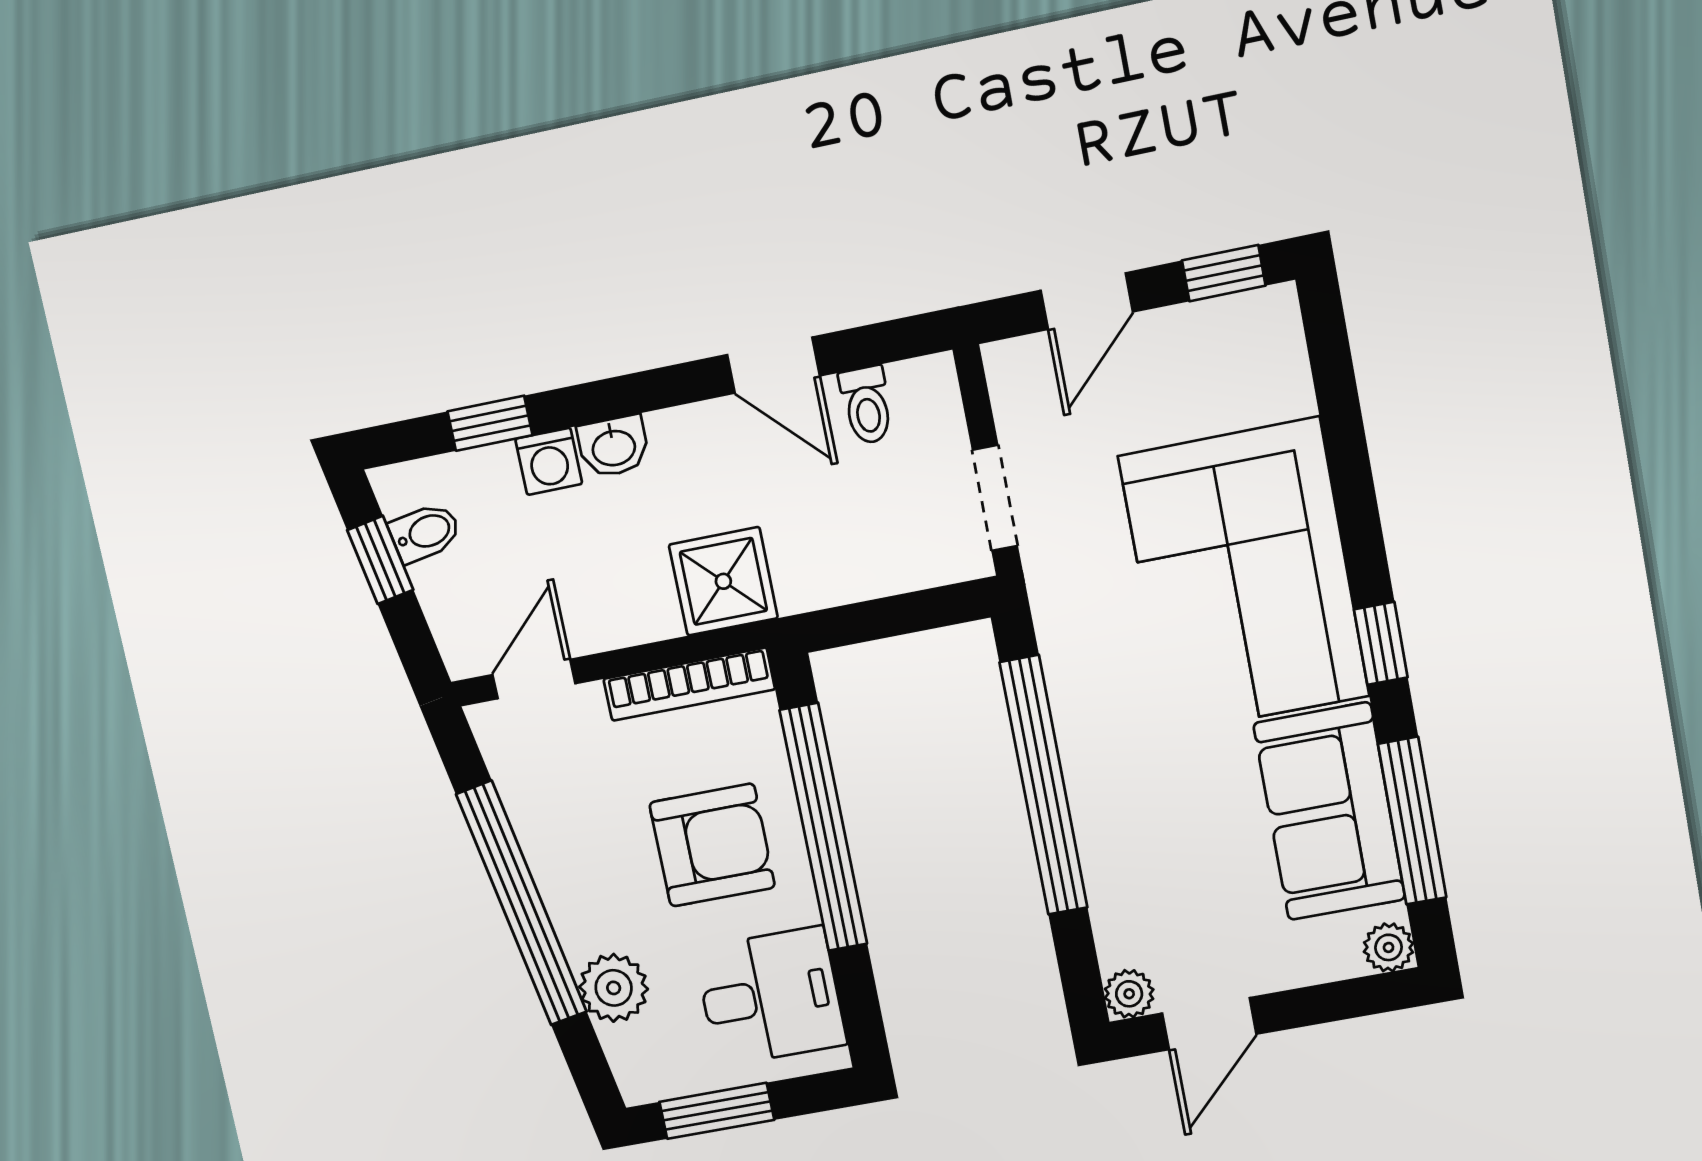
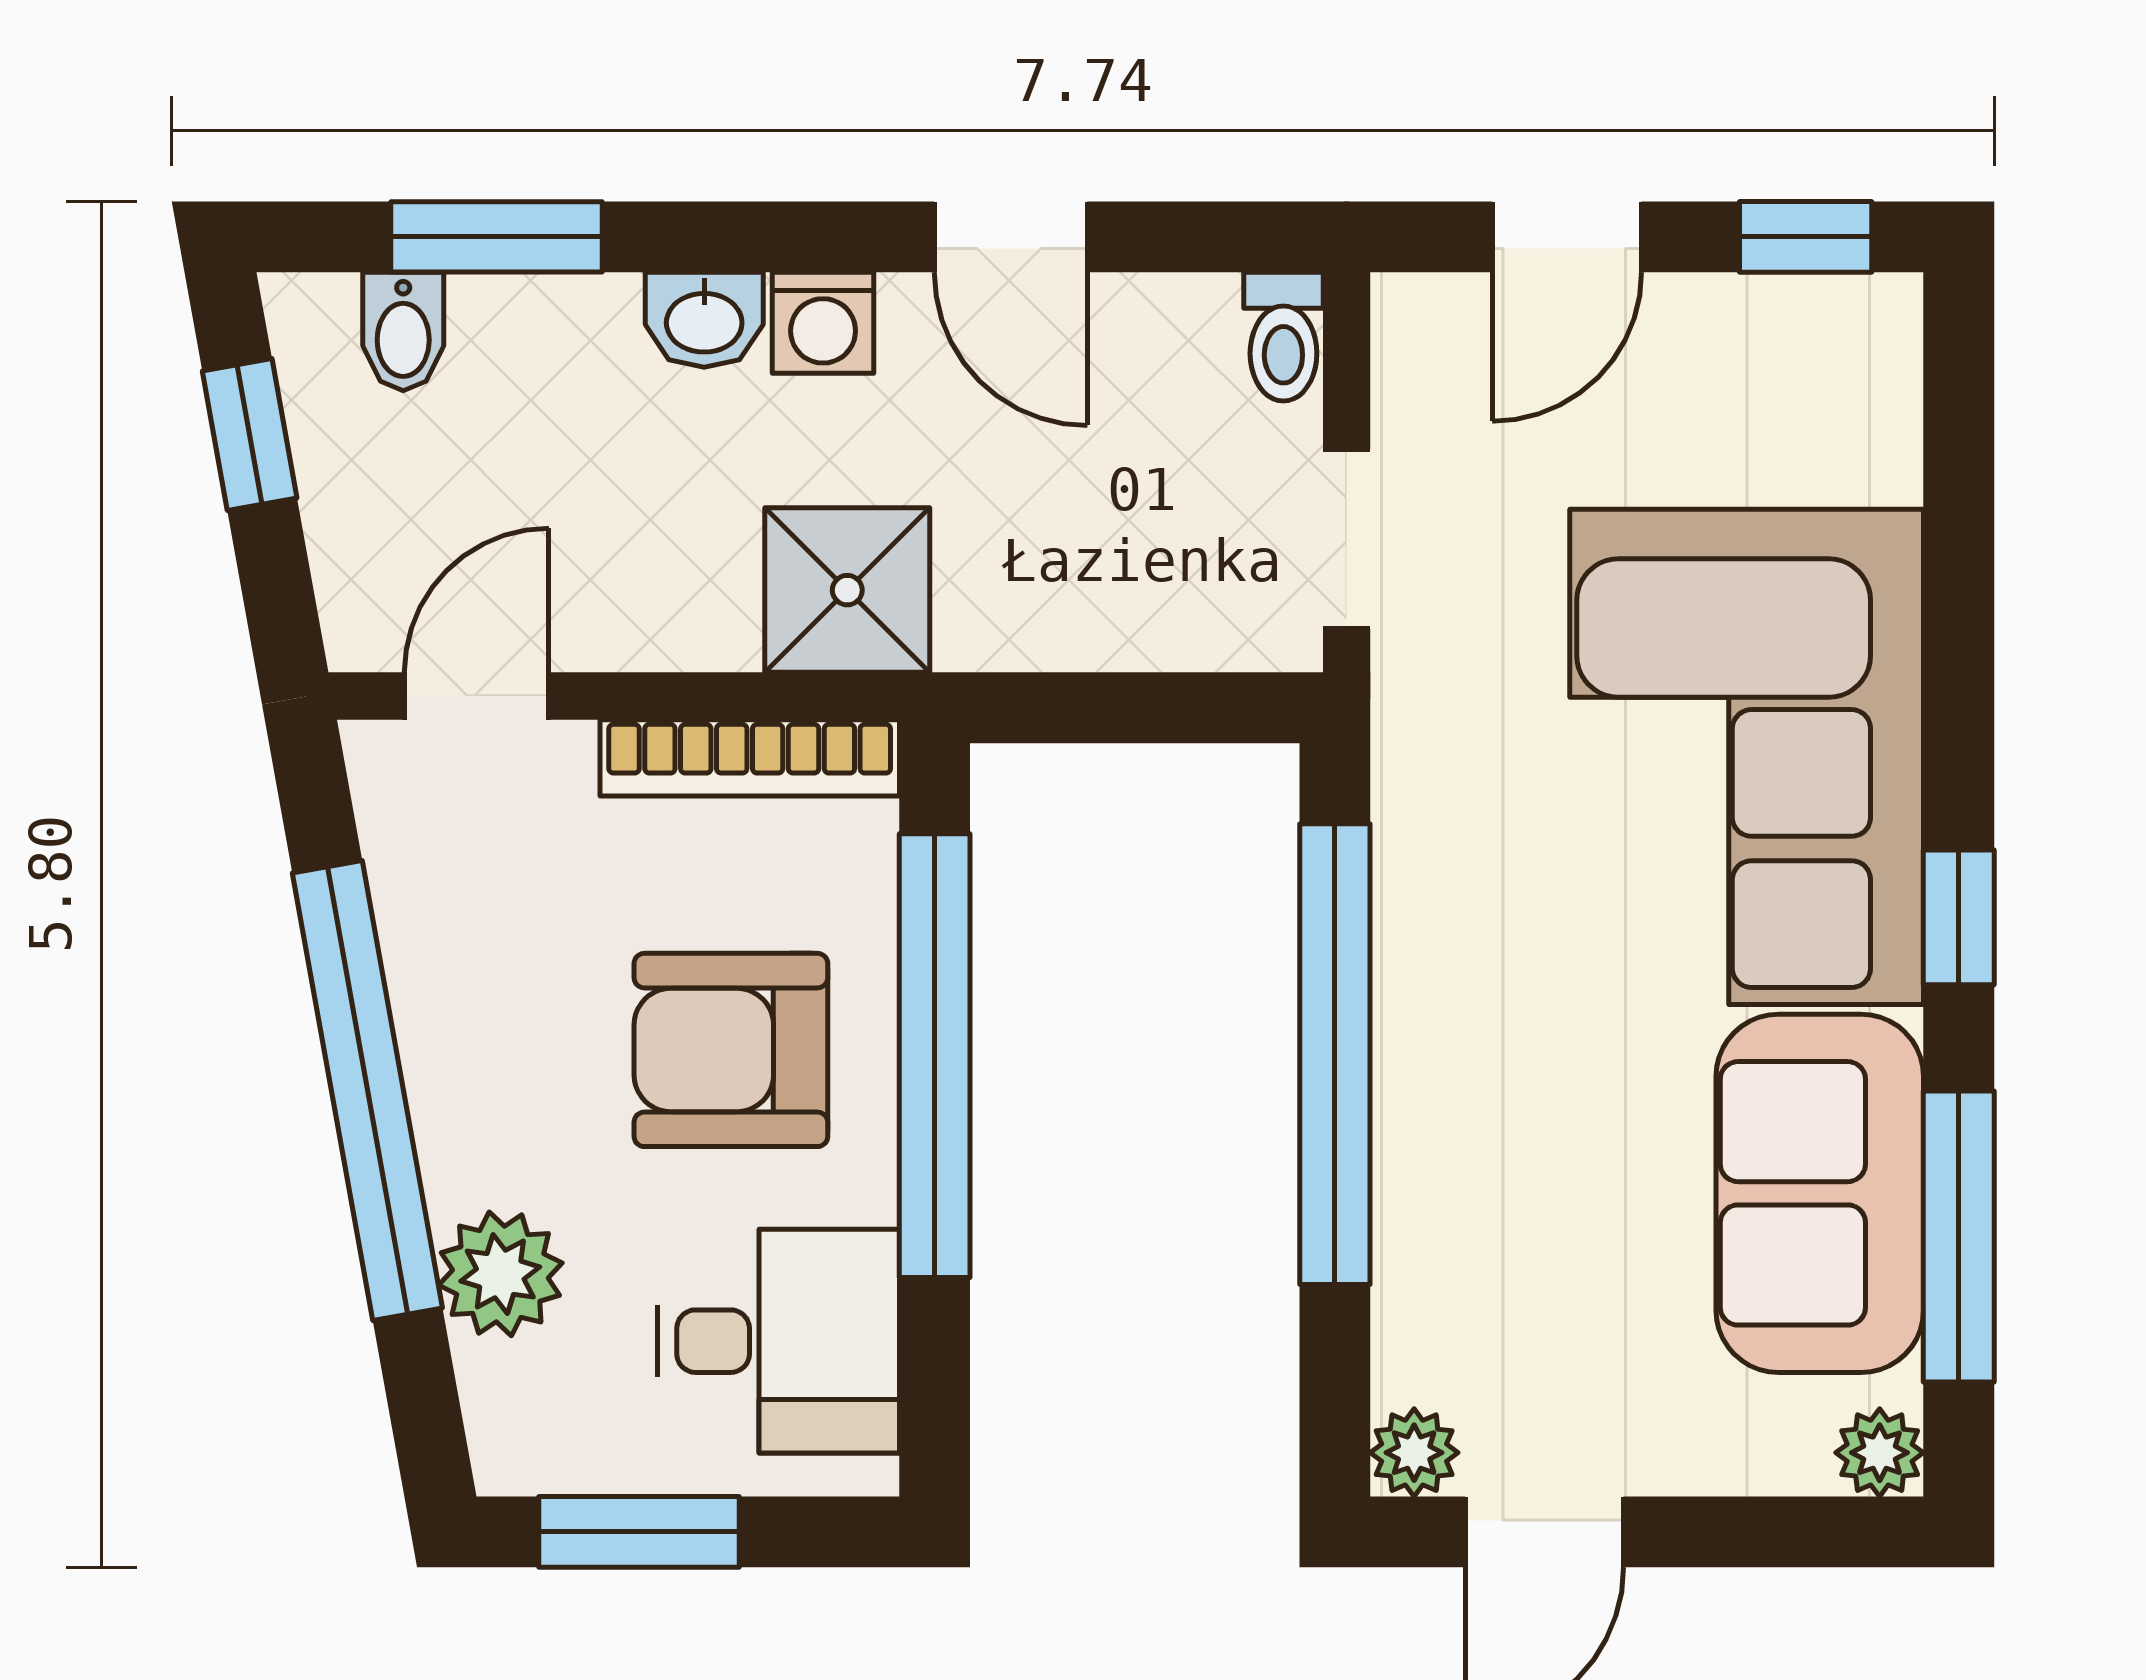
toilet: (867, 405) -> (1283, 337), moved
window: (490, 423) -> (496, 237), width x1.50
washing machine: (549, 461) -> (823, 323), moved
bidet: (425, 533) -> (403, 332), moved, turned 100
armchair: (712, 845) -> (731, 1050), turned 180

